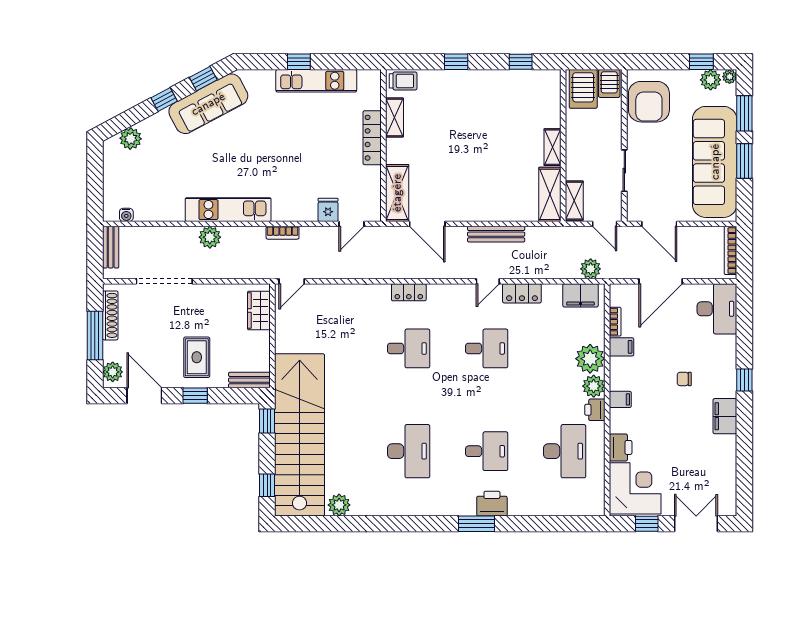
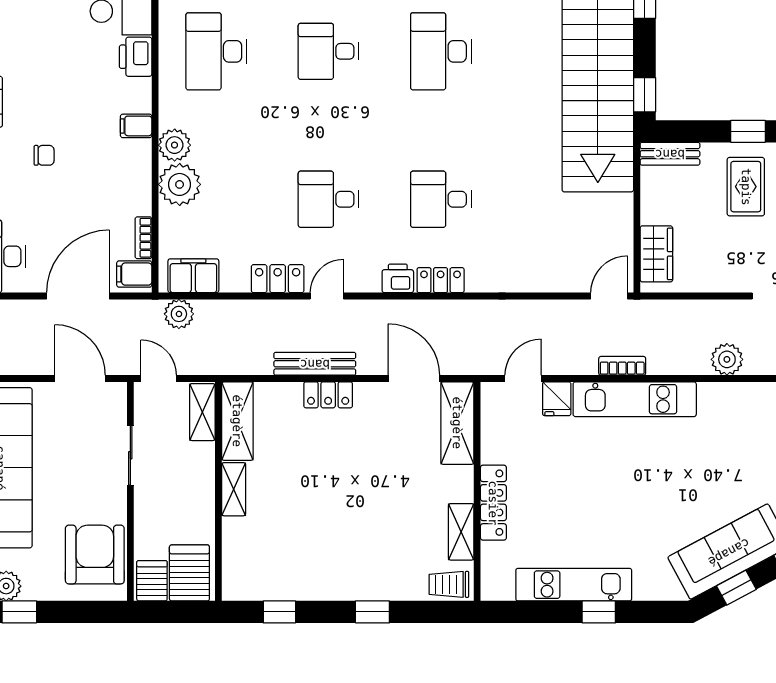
kitchen unit: (228, 210) -> (635, 399), moved
locker: (487, 213) -> (328, 395), added
filing cabinet: (622, 347) -> (134, 274), moved
printer: (595, 410) -> (398, 278), moved, turned -90

